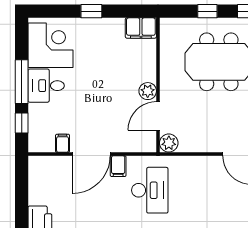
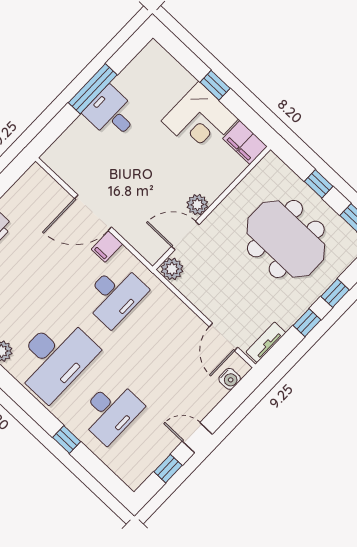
corner desk: (51, 45) -> (200, 120), moved, turned 90
window: (22, 123) -> (57, 126), removed
filing cabinet: (63, 143) -> (77, 179), removed

